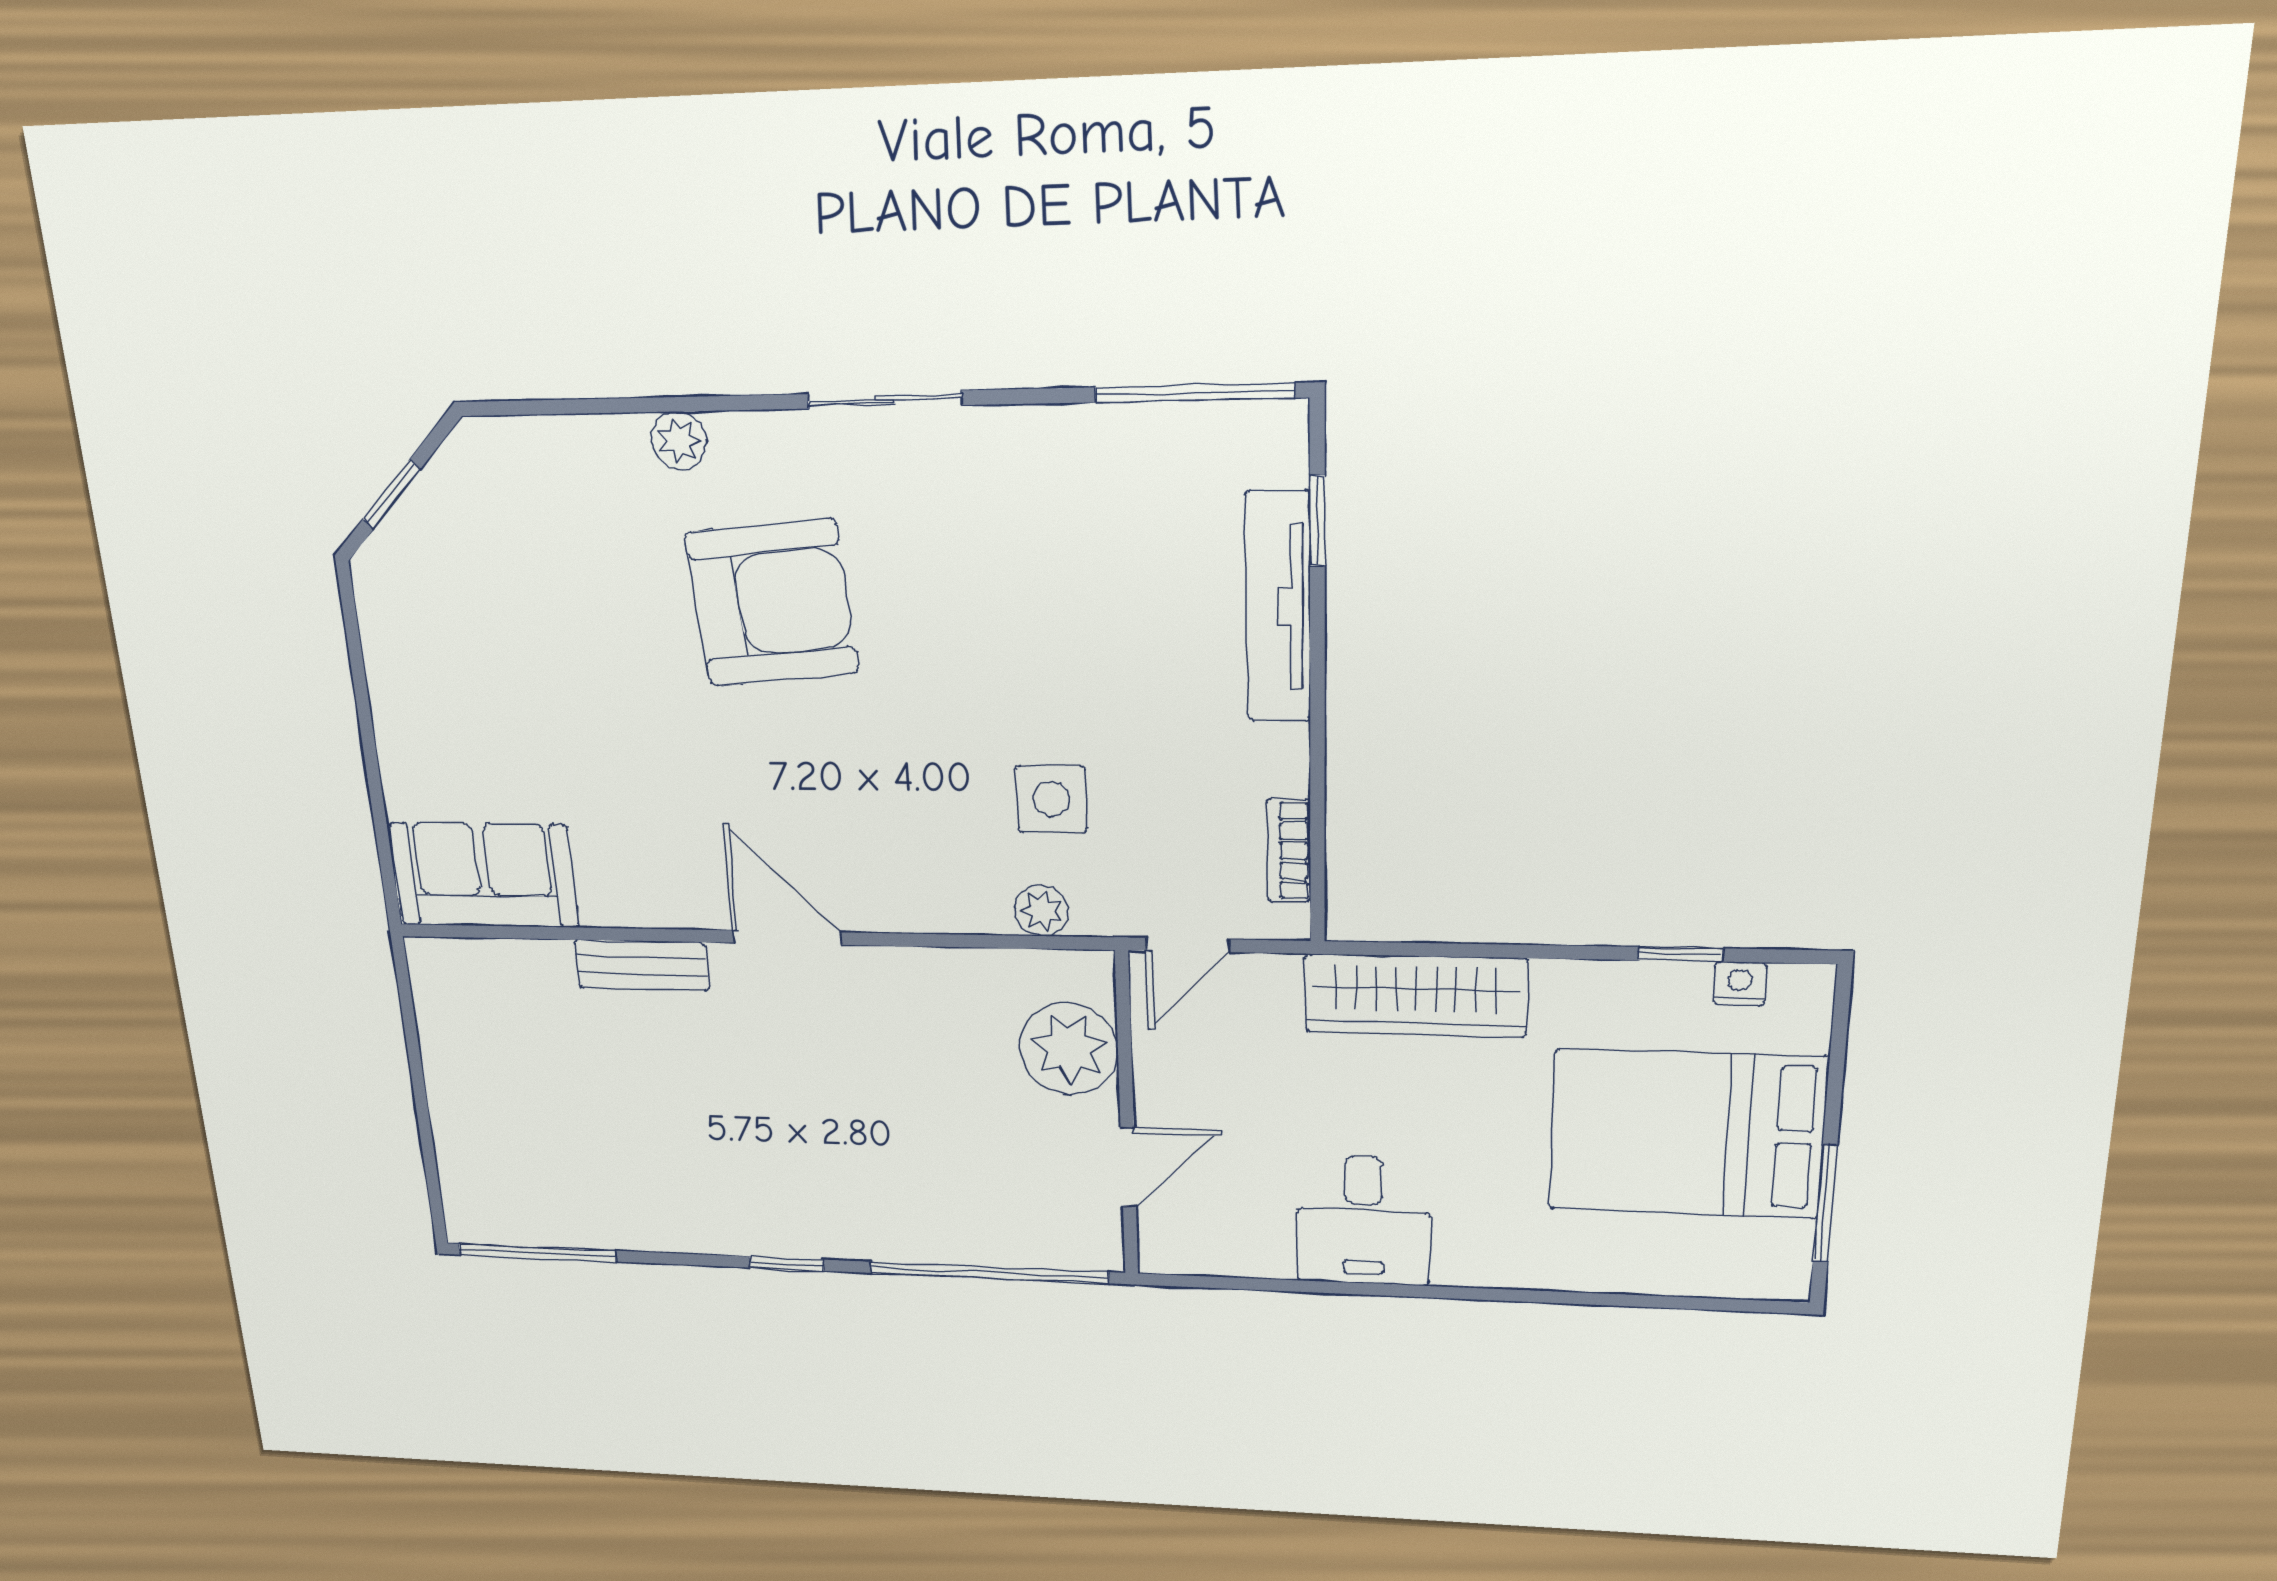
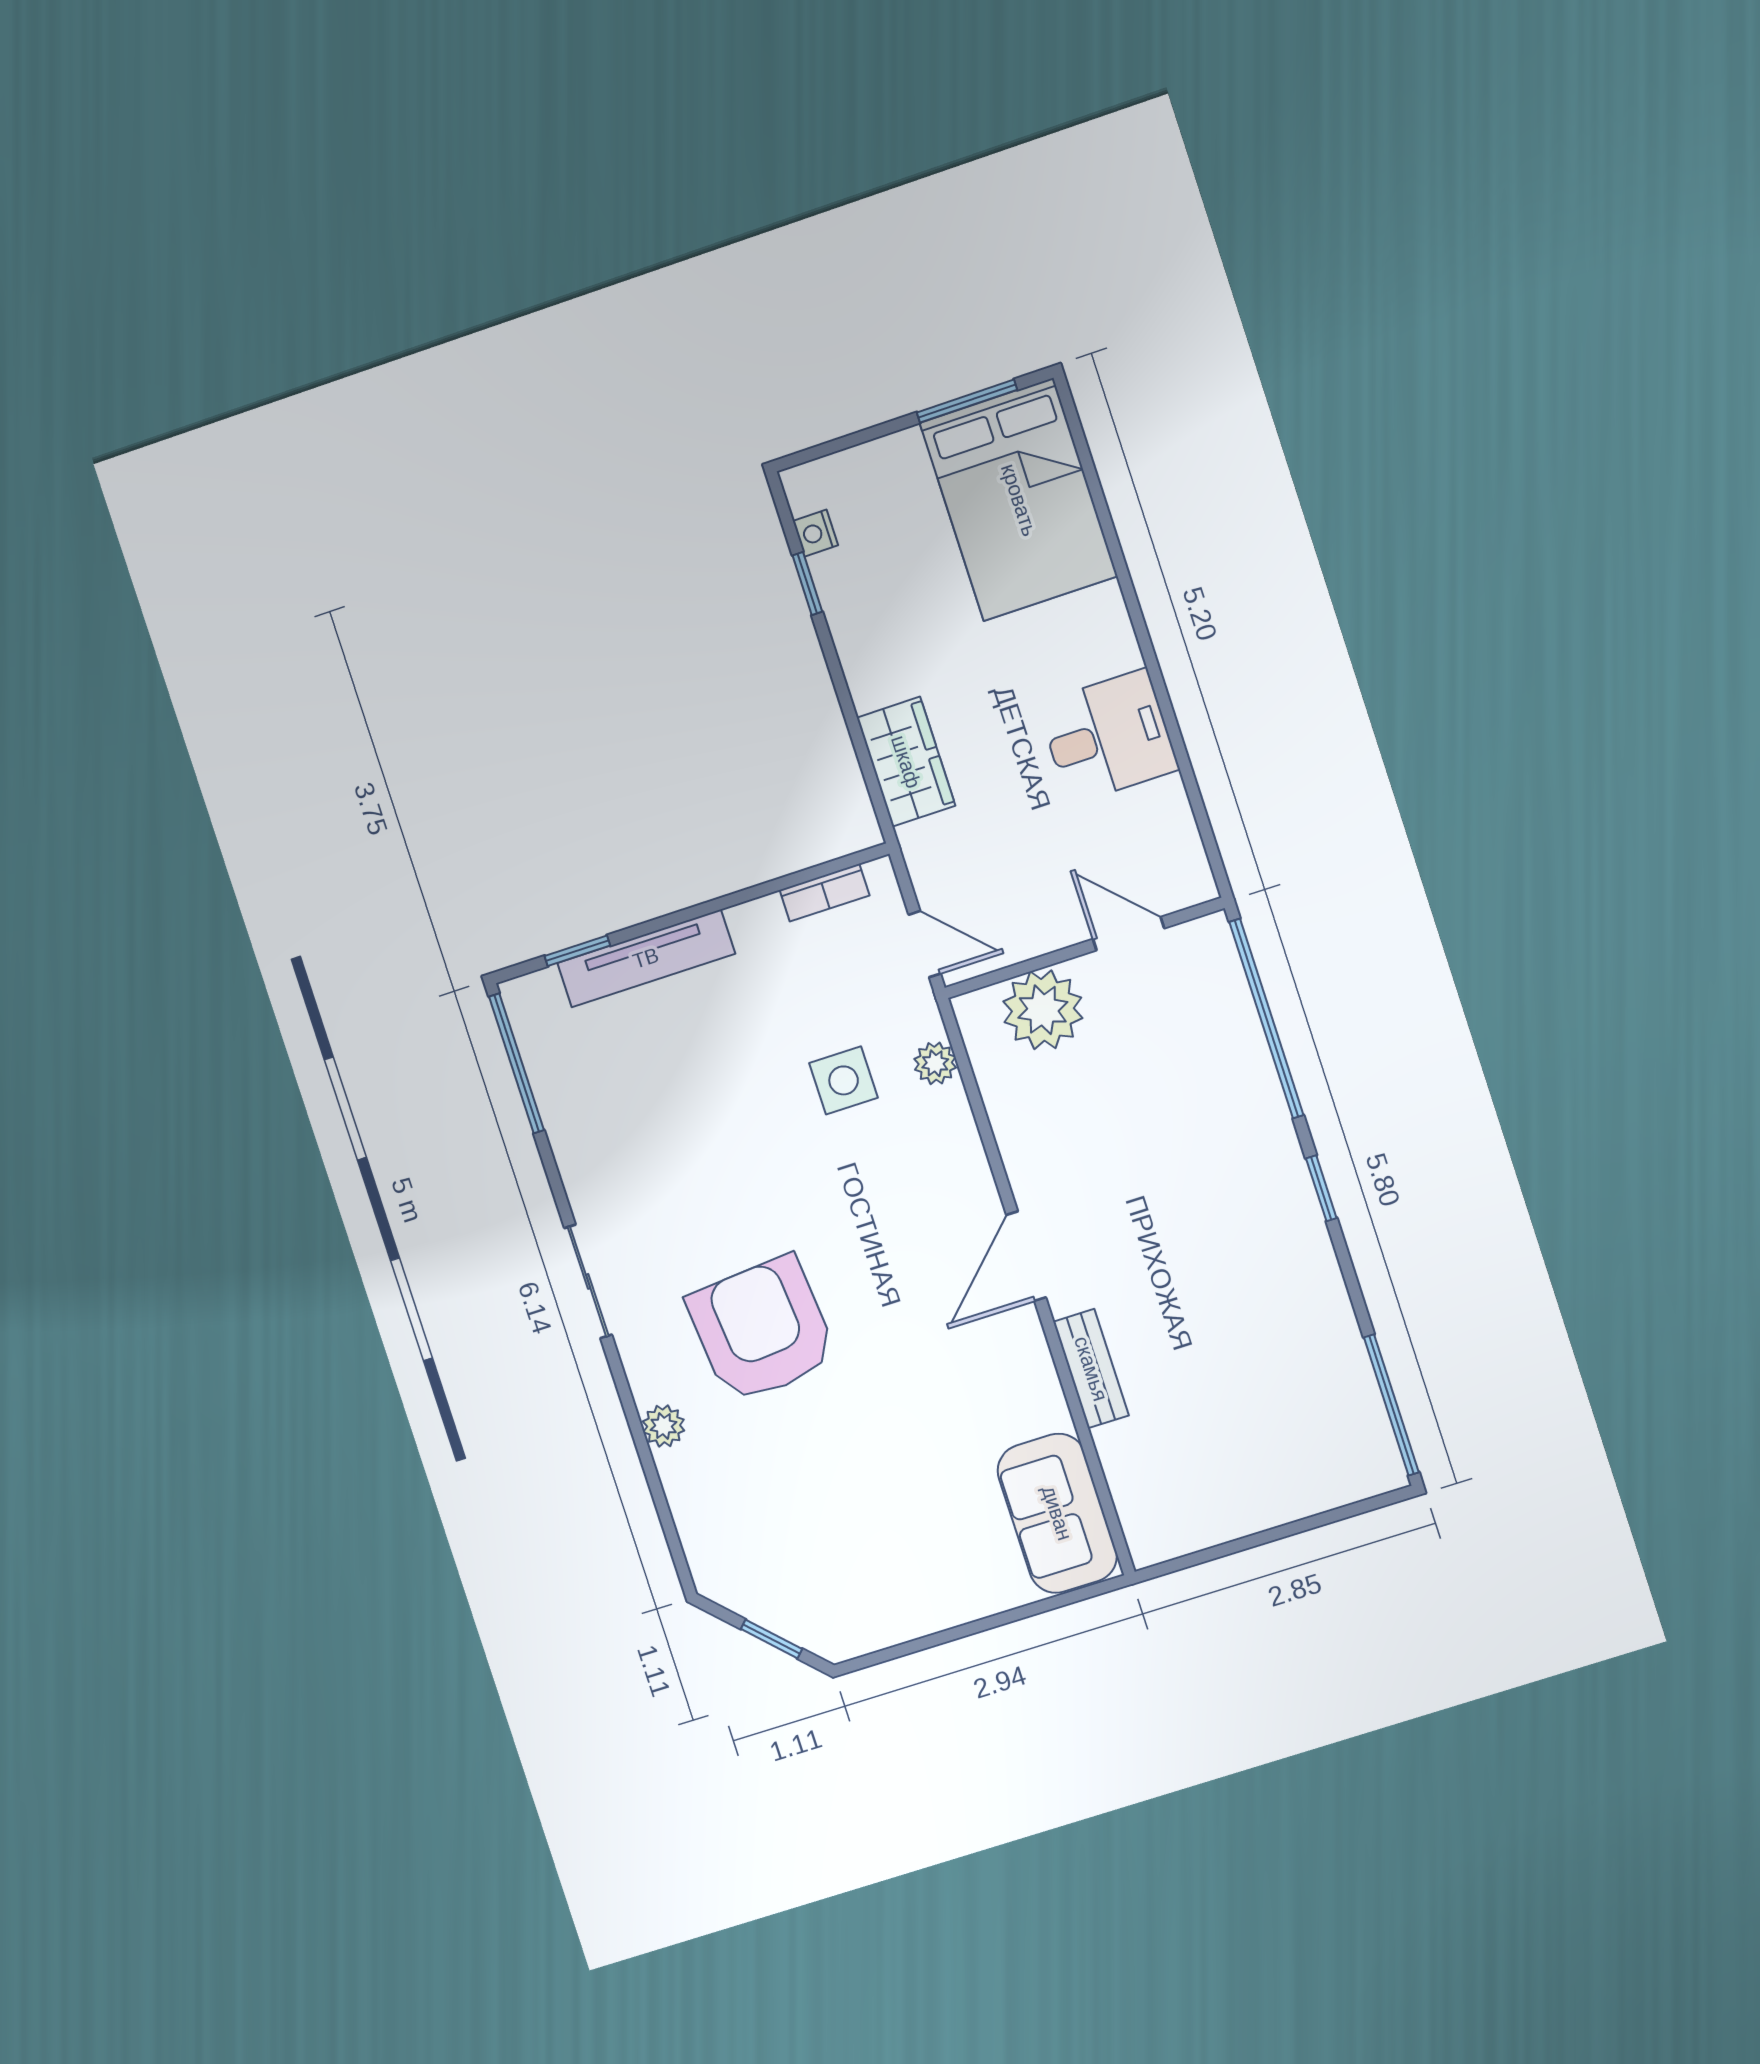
wardrobe: (1416, 995) -> (906, 762), width x0.67
bed: (1686, 1134) -> (1019, 500), moved

